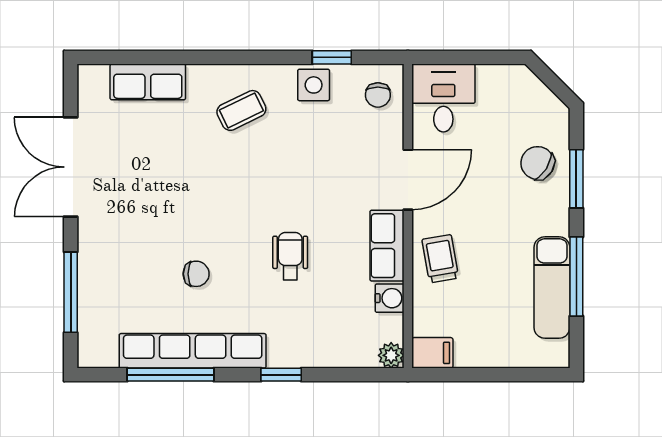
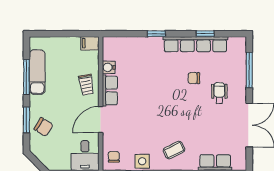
wheelchair: (290, 256) -> (219, 93), moved, turned 180
plant: (391, 355) -> (108, 42), removed
window: (170, 375) -> (205, 34), width x0.46

